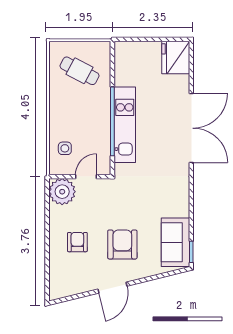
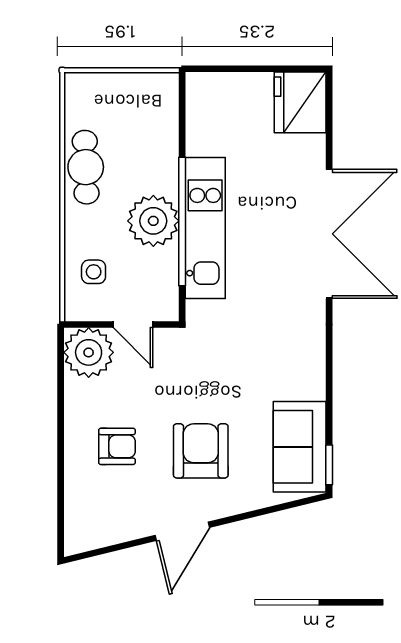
cafe table: (80, 71) -> (86, 167), moved, turned 60
plant: (97, 121) -> (153, 221), added
door: (86, 177) -> (133, 324), swing flipped
armchair: (77, 242) -> (117, 446), turned 90

